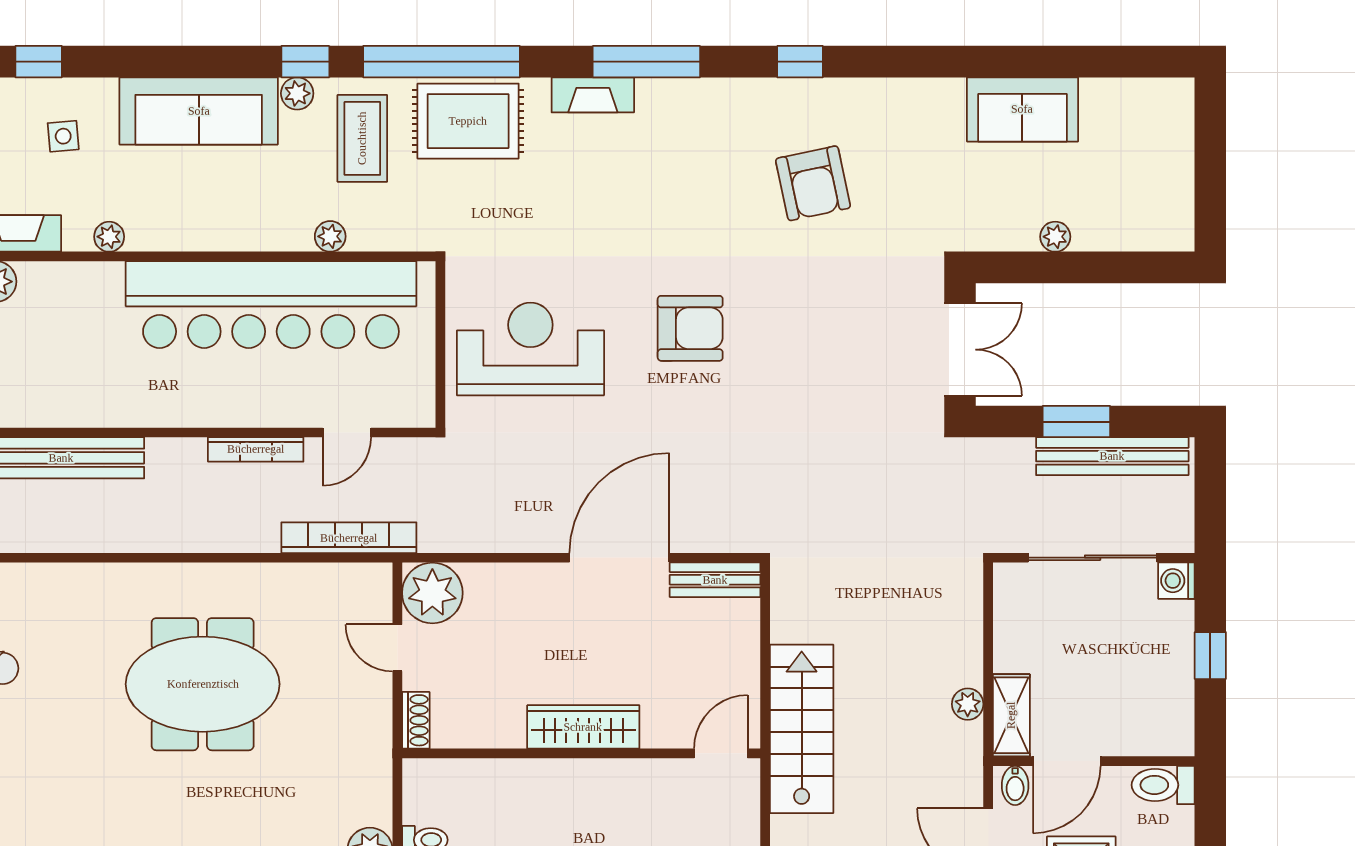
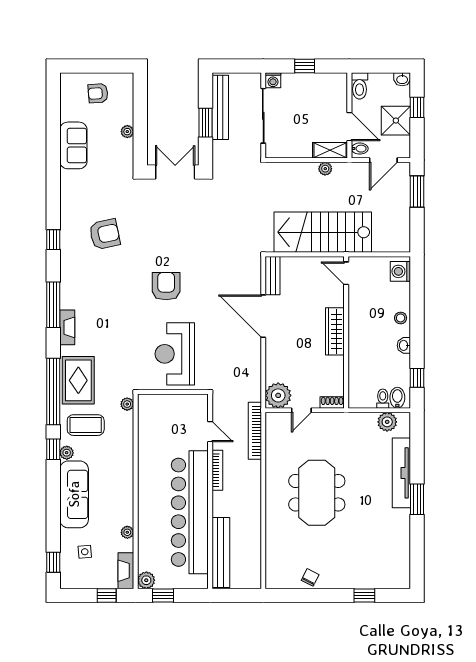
armchair: (1146, 167) -> (98, 93), added
plant: (330, 236) -> (127, 404), moved
bar counter: (271, 305) -> (190, 512), moved, turned 180
stairs: (802, 729) -> (323, 232), width x1.36, depth x1.51

